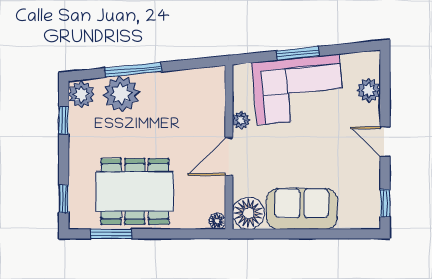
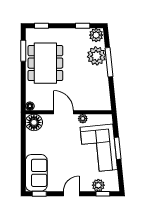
window: (385, 81) -> (103, 194), added
sofa: (302, 209) -> (36, 173), moved

